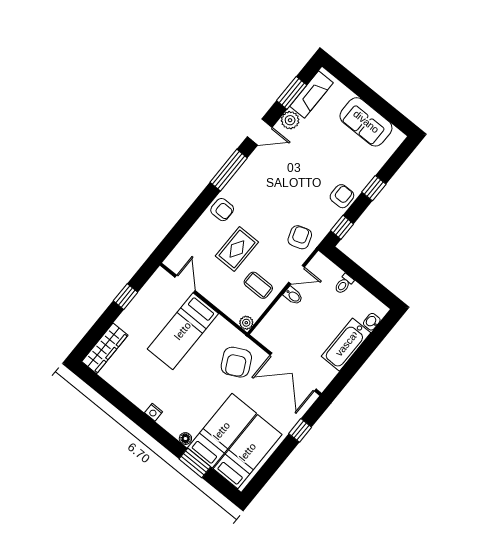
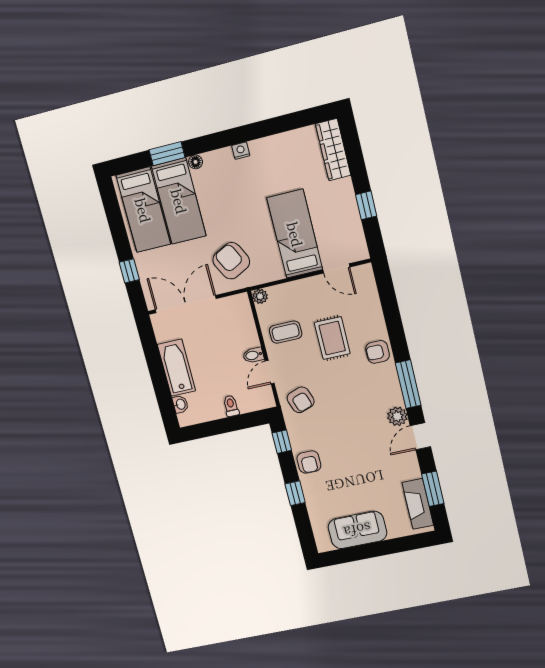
plant: (290, 120) -> (397, 416), moved

